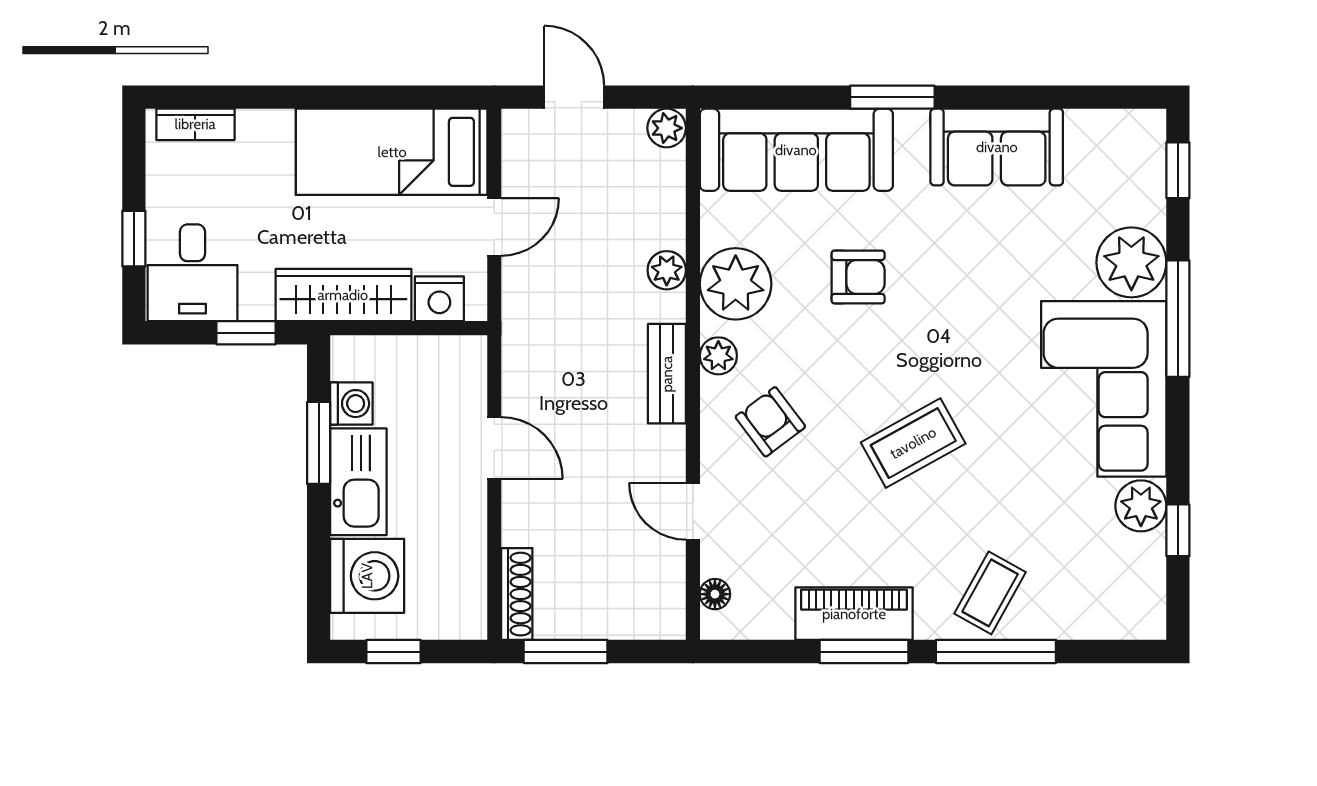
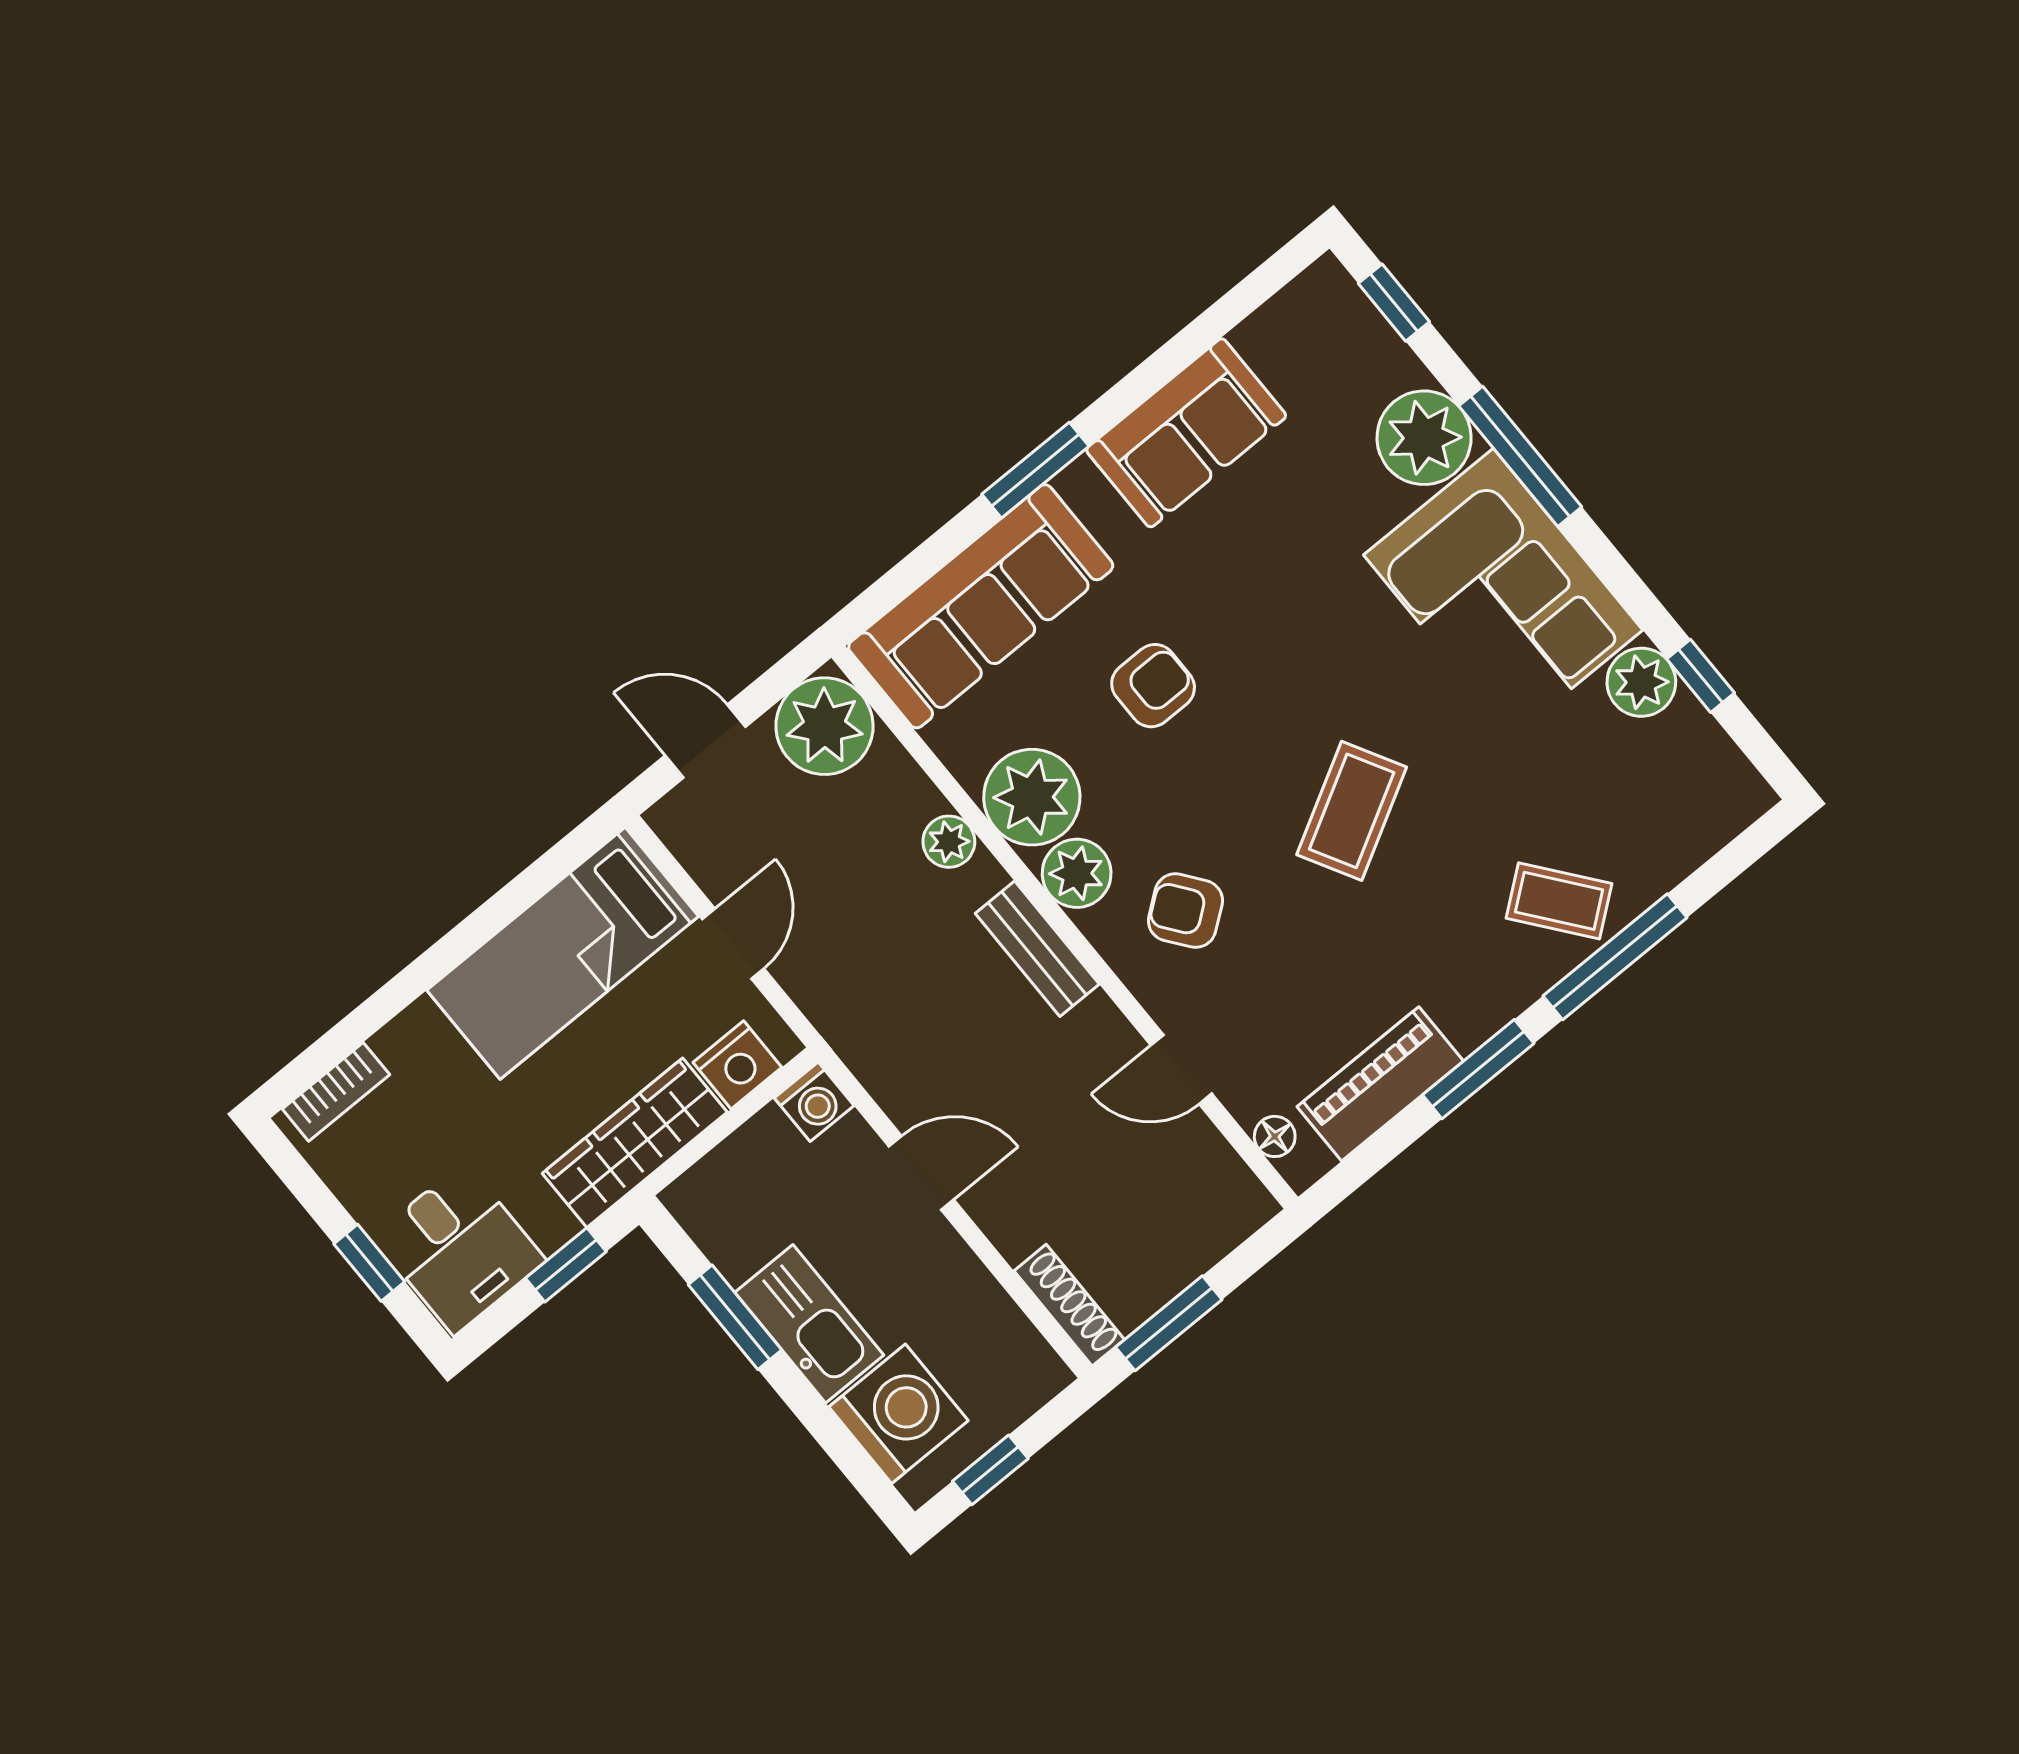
plant: (667, 128) -> (825, 726), width x1.87, depth x1.87
plant: (718, 356) -> (1077, 873), width x1.38, depth x1.38
washing machine: (351, 404) -> (814, 1102), moved, turned 90
coffee table: (990, 593) -> (1559, 901), turned -67
piano: (854, 614) -> (1380, 1084), moved

